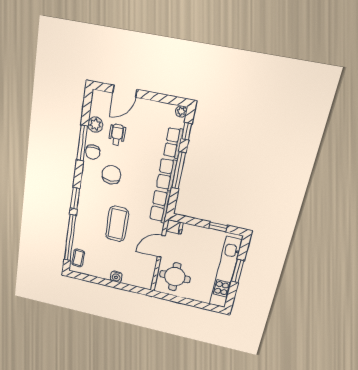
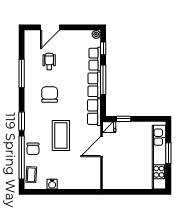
plant: (95, 125) -> (30, 57), removed
chair: (93, 152) -> (33, 149), moved
window: (218, 227) -> (124, 119), moved
water cooler: (116, 277) -> (52, 184), moved
round table: (175, 277) -> (118, 171), removed

